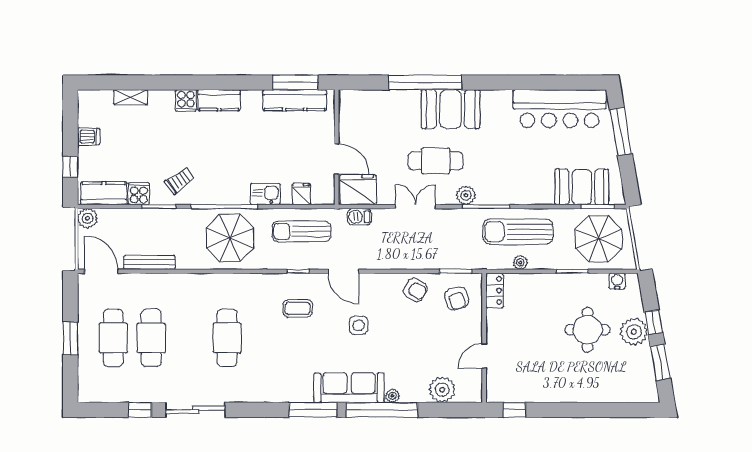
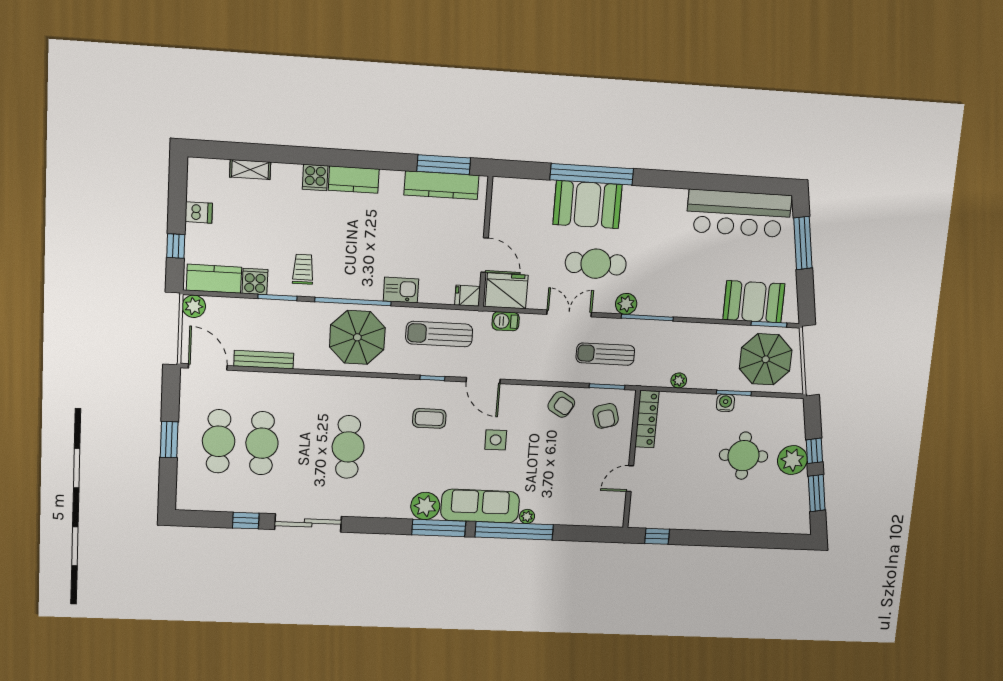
booth: (451, 109) -> (587, 205), moved
trolley: (180, 181) -> (303, 269), turned -54
fridge: (301, 194) -> (468, 296), moved, turned -90
sun lounger: (518, 232) -> (605, 354), moved, width x0.73, depth x0.75
water cooler: (617, 281) -> (725, 403), moved
locker: (495, 290) -> (647, 419), width x1.53
plant: (442, 390) -> (425, 506), moved

